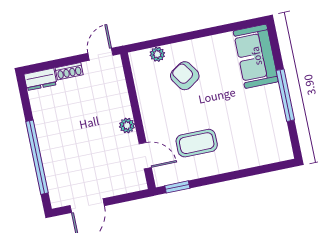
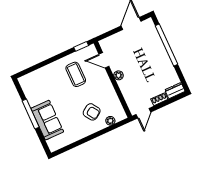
sofa: (256, 56) -> (47, 120), moved
coffee table: (197, 143) -> (76, 74), turned 90

